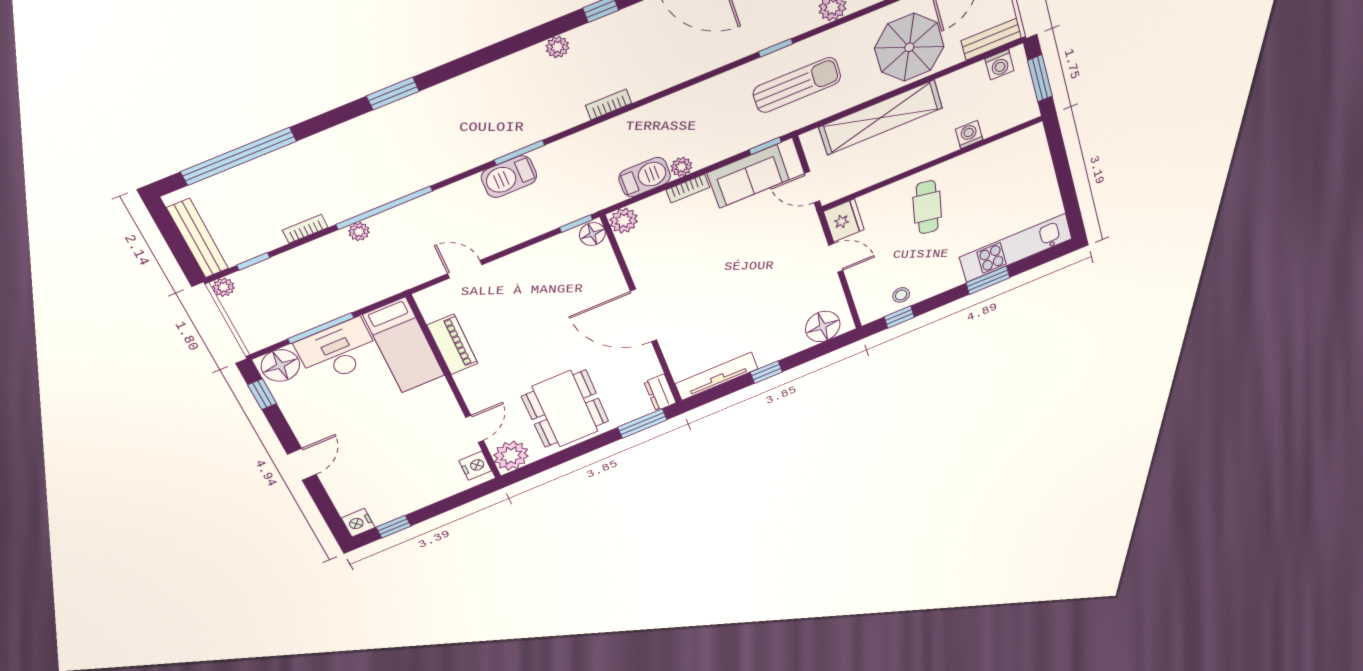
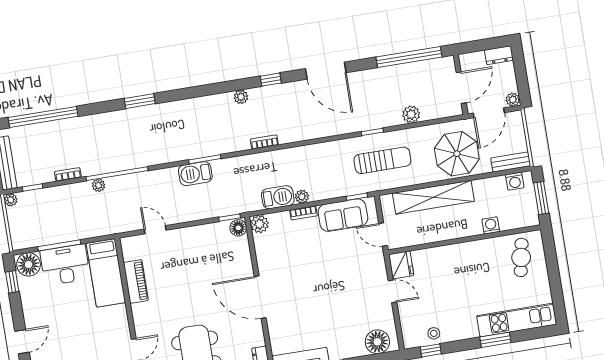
cafe table: (927, 207) -> (521, 257), moved

